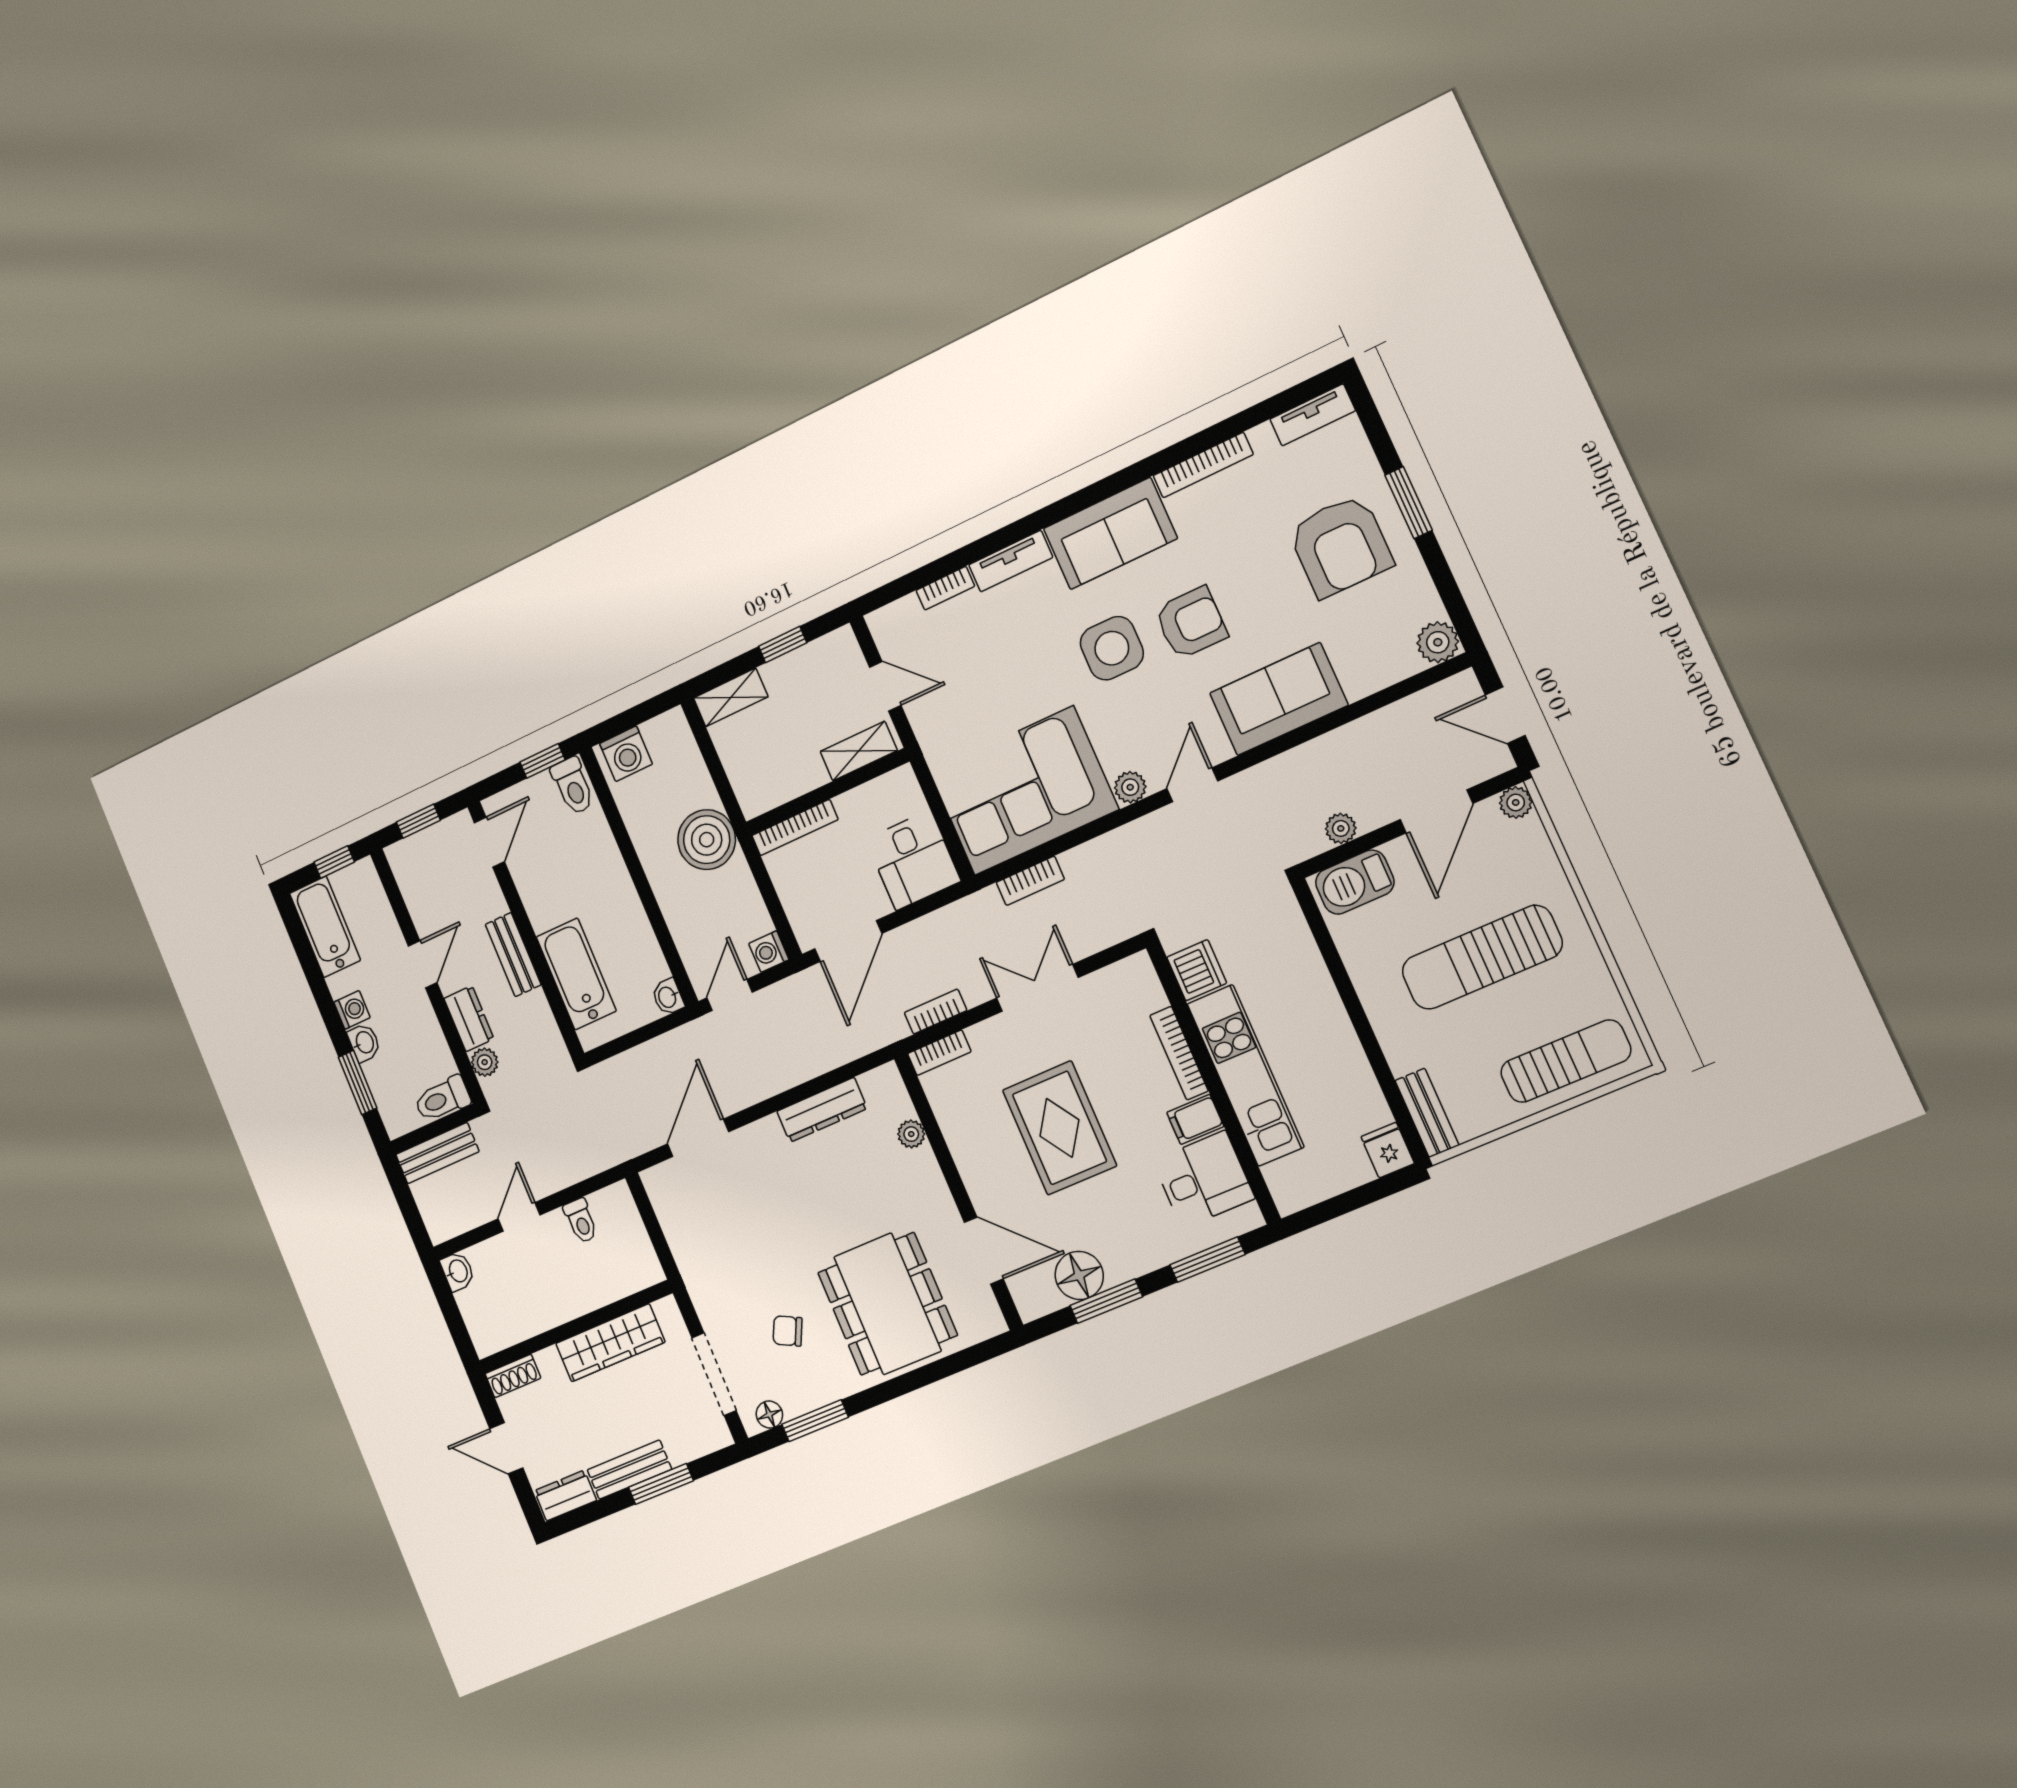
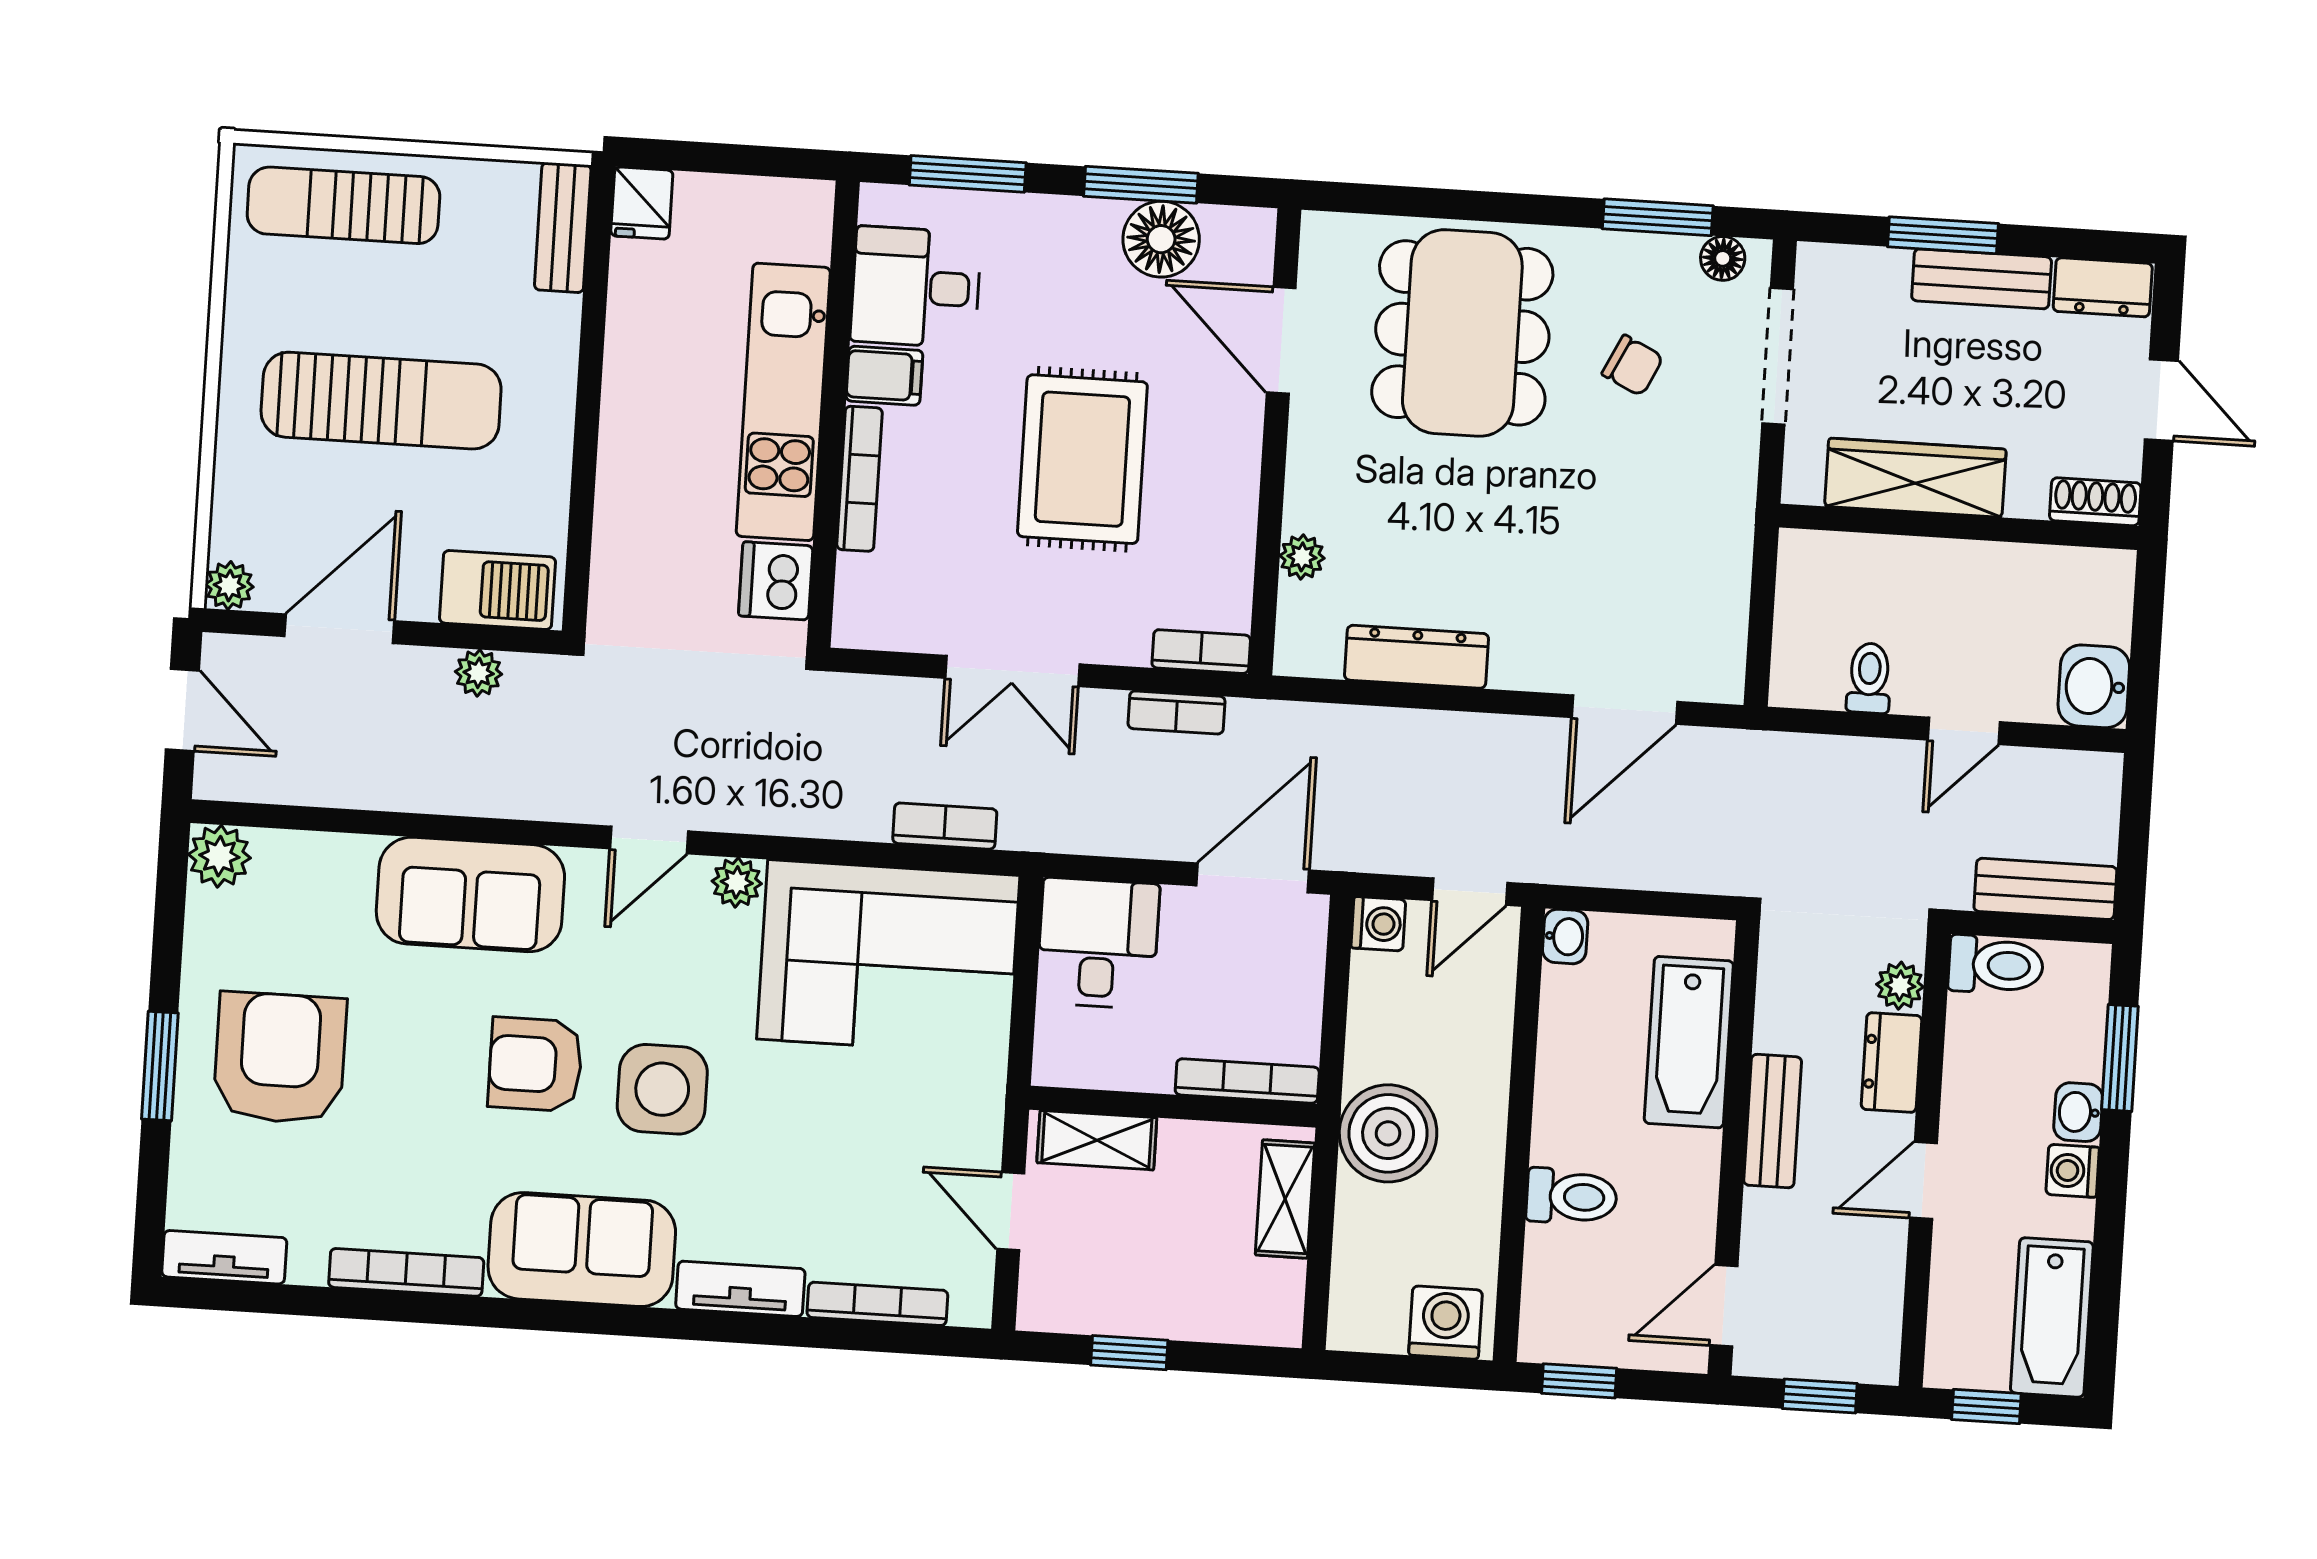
bookcase: (945, 588) -> (877, 1304), width x1.56
shelving: (731, 697) -> (1285, 1199), moved, turned 90
toilet: (573, 786) -> (1572, 1197), moved, turned 90
washbasin: (458, 1271) -> (2094, 686), width x1.38, depth x1.45

